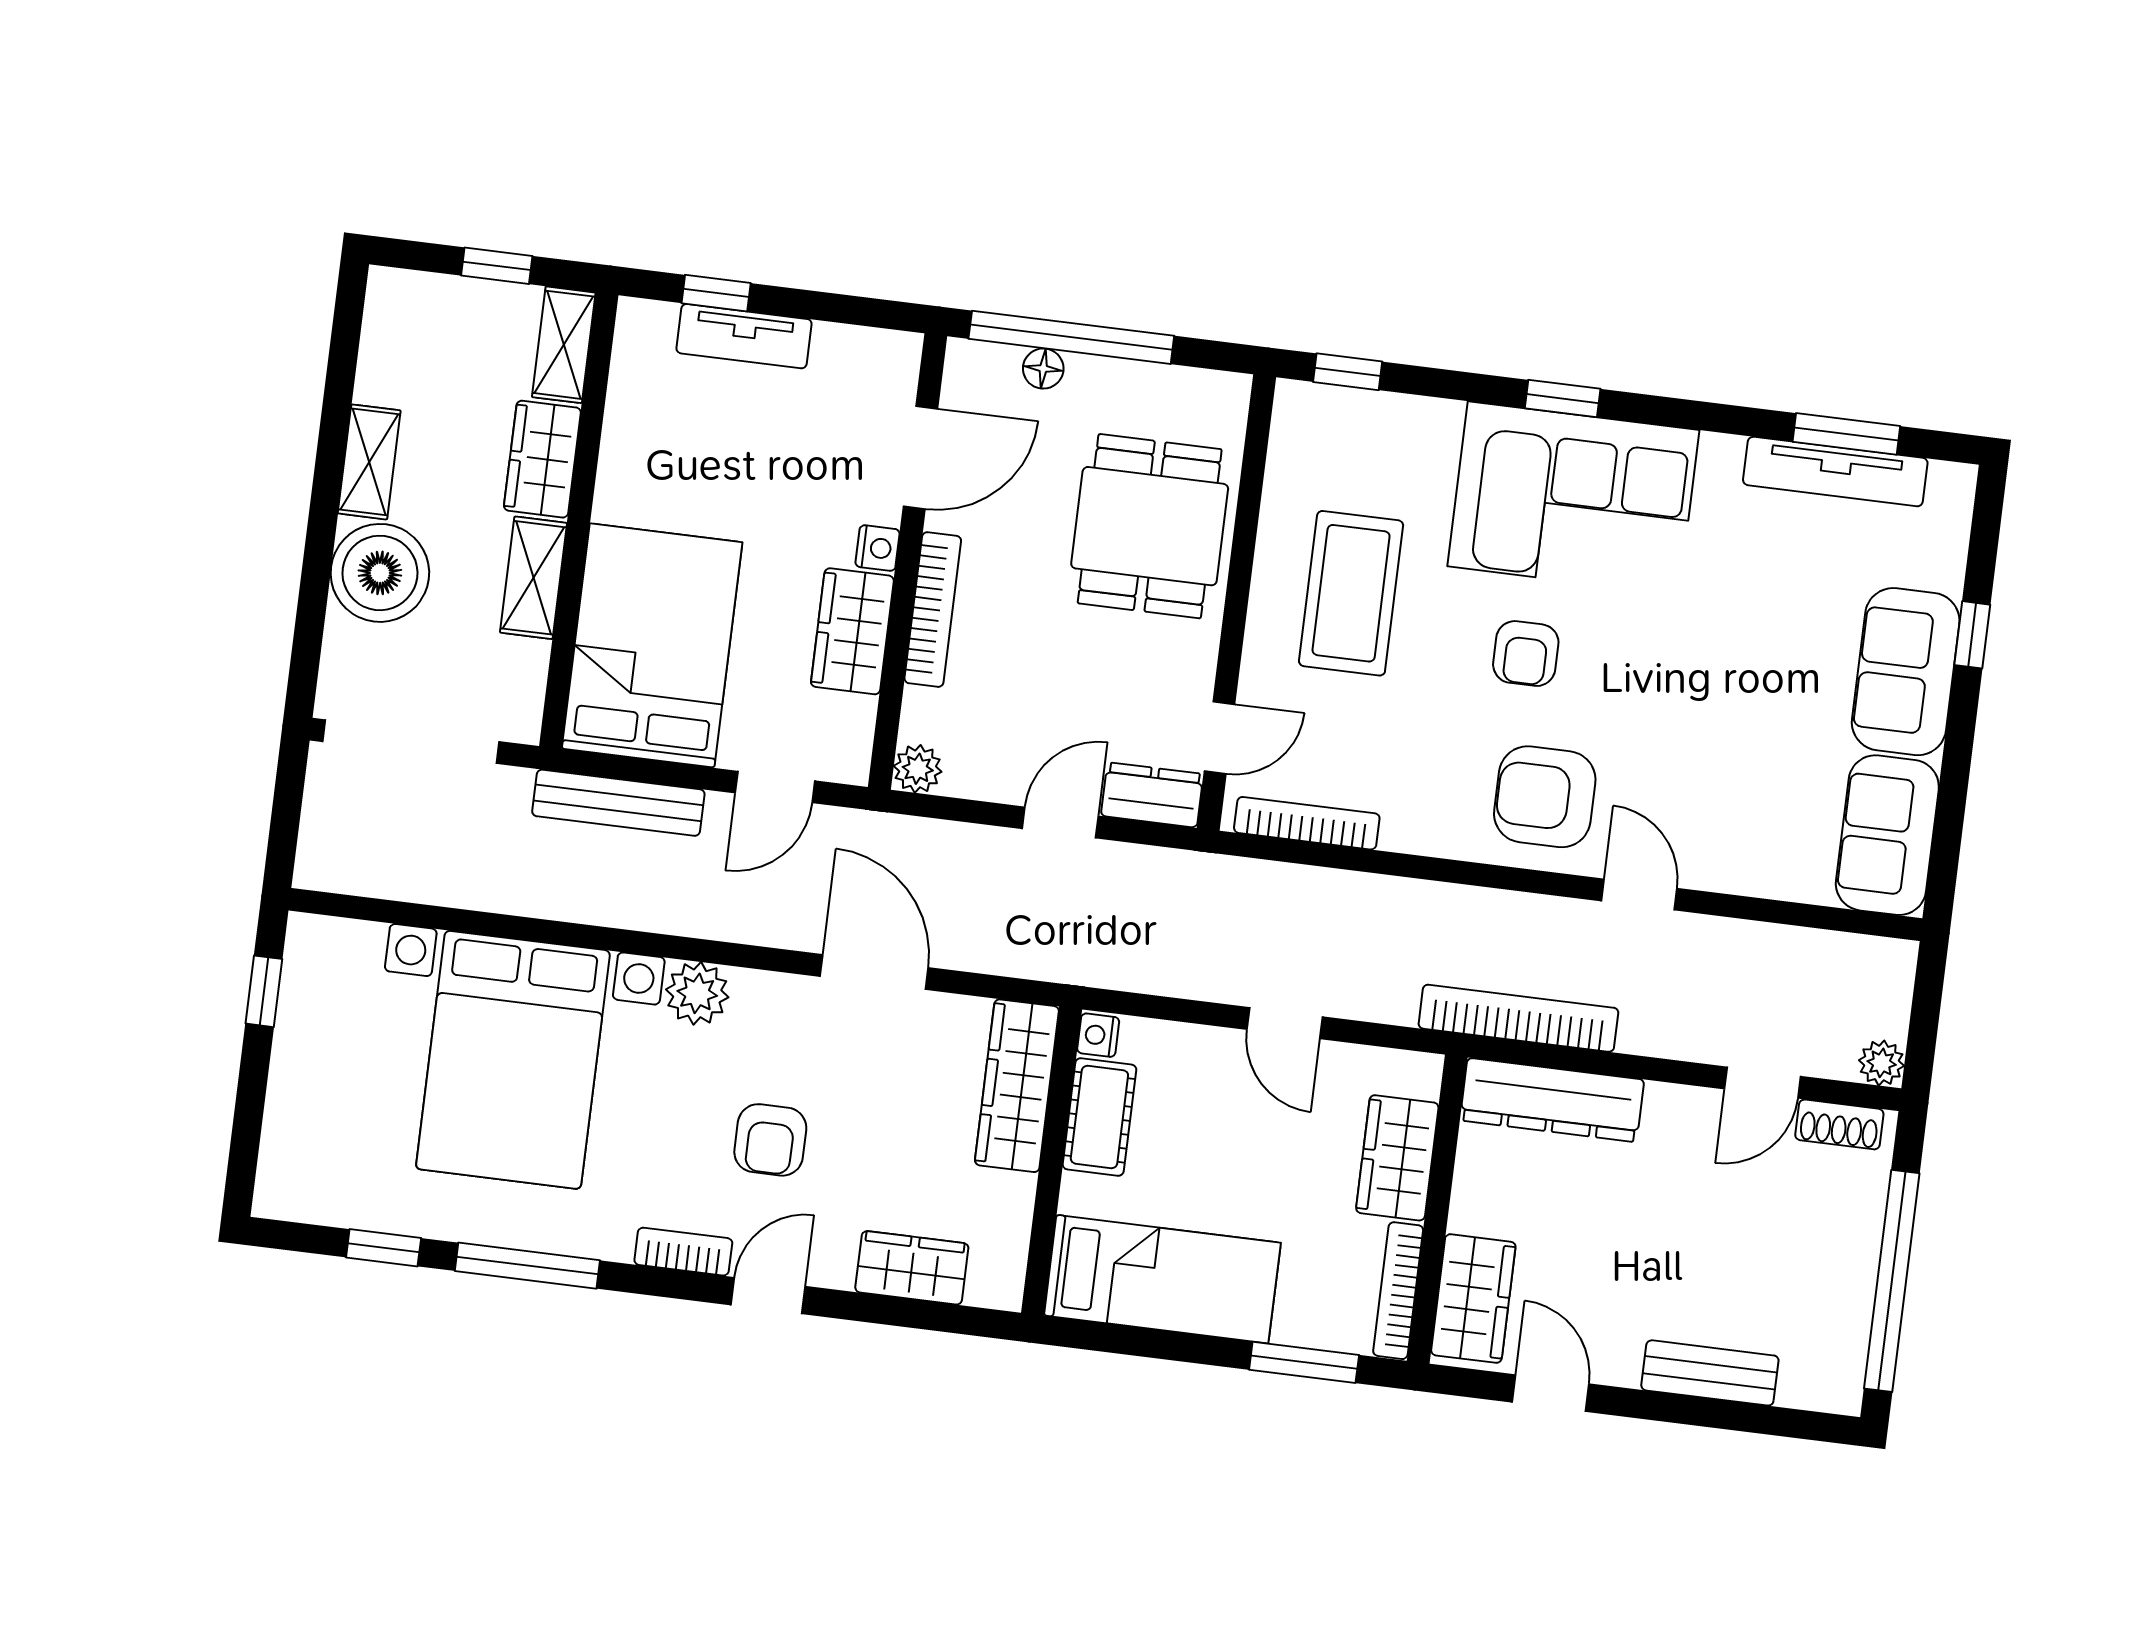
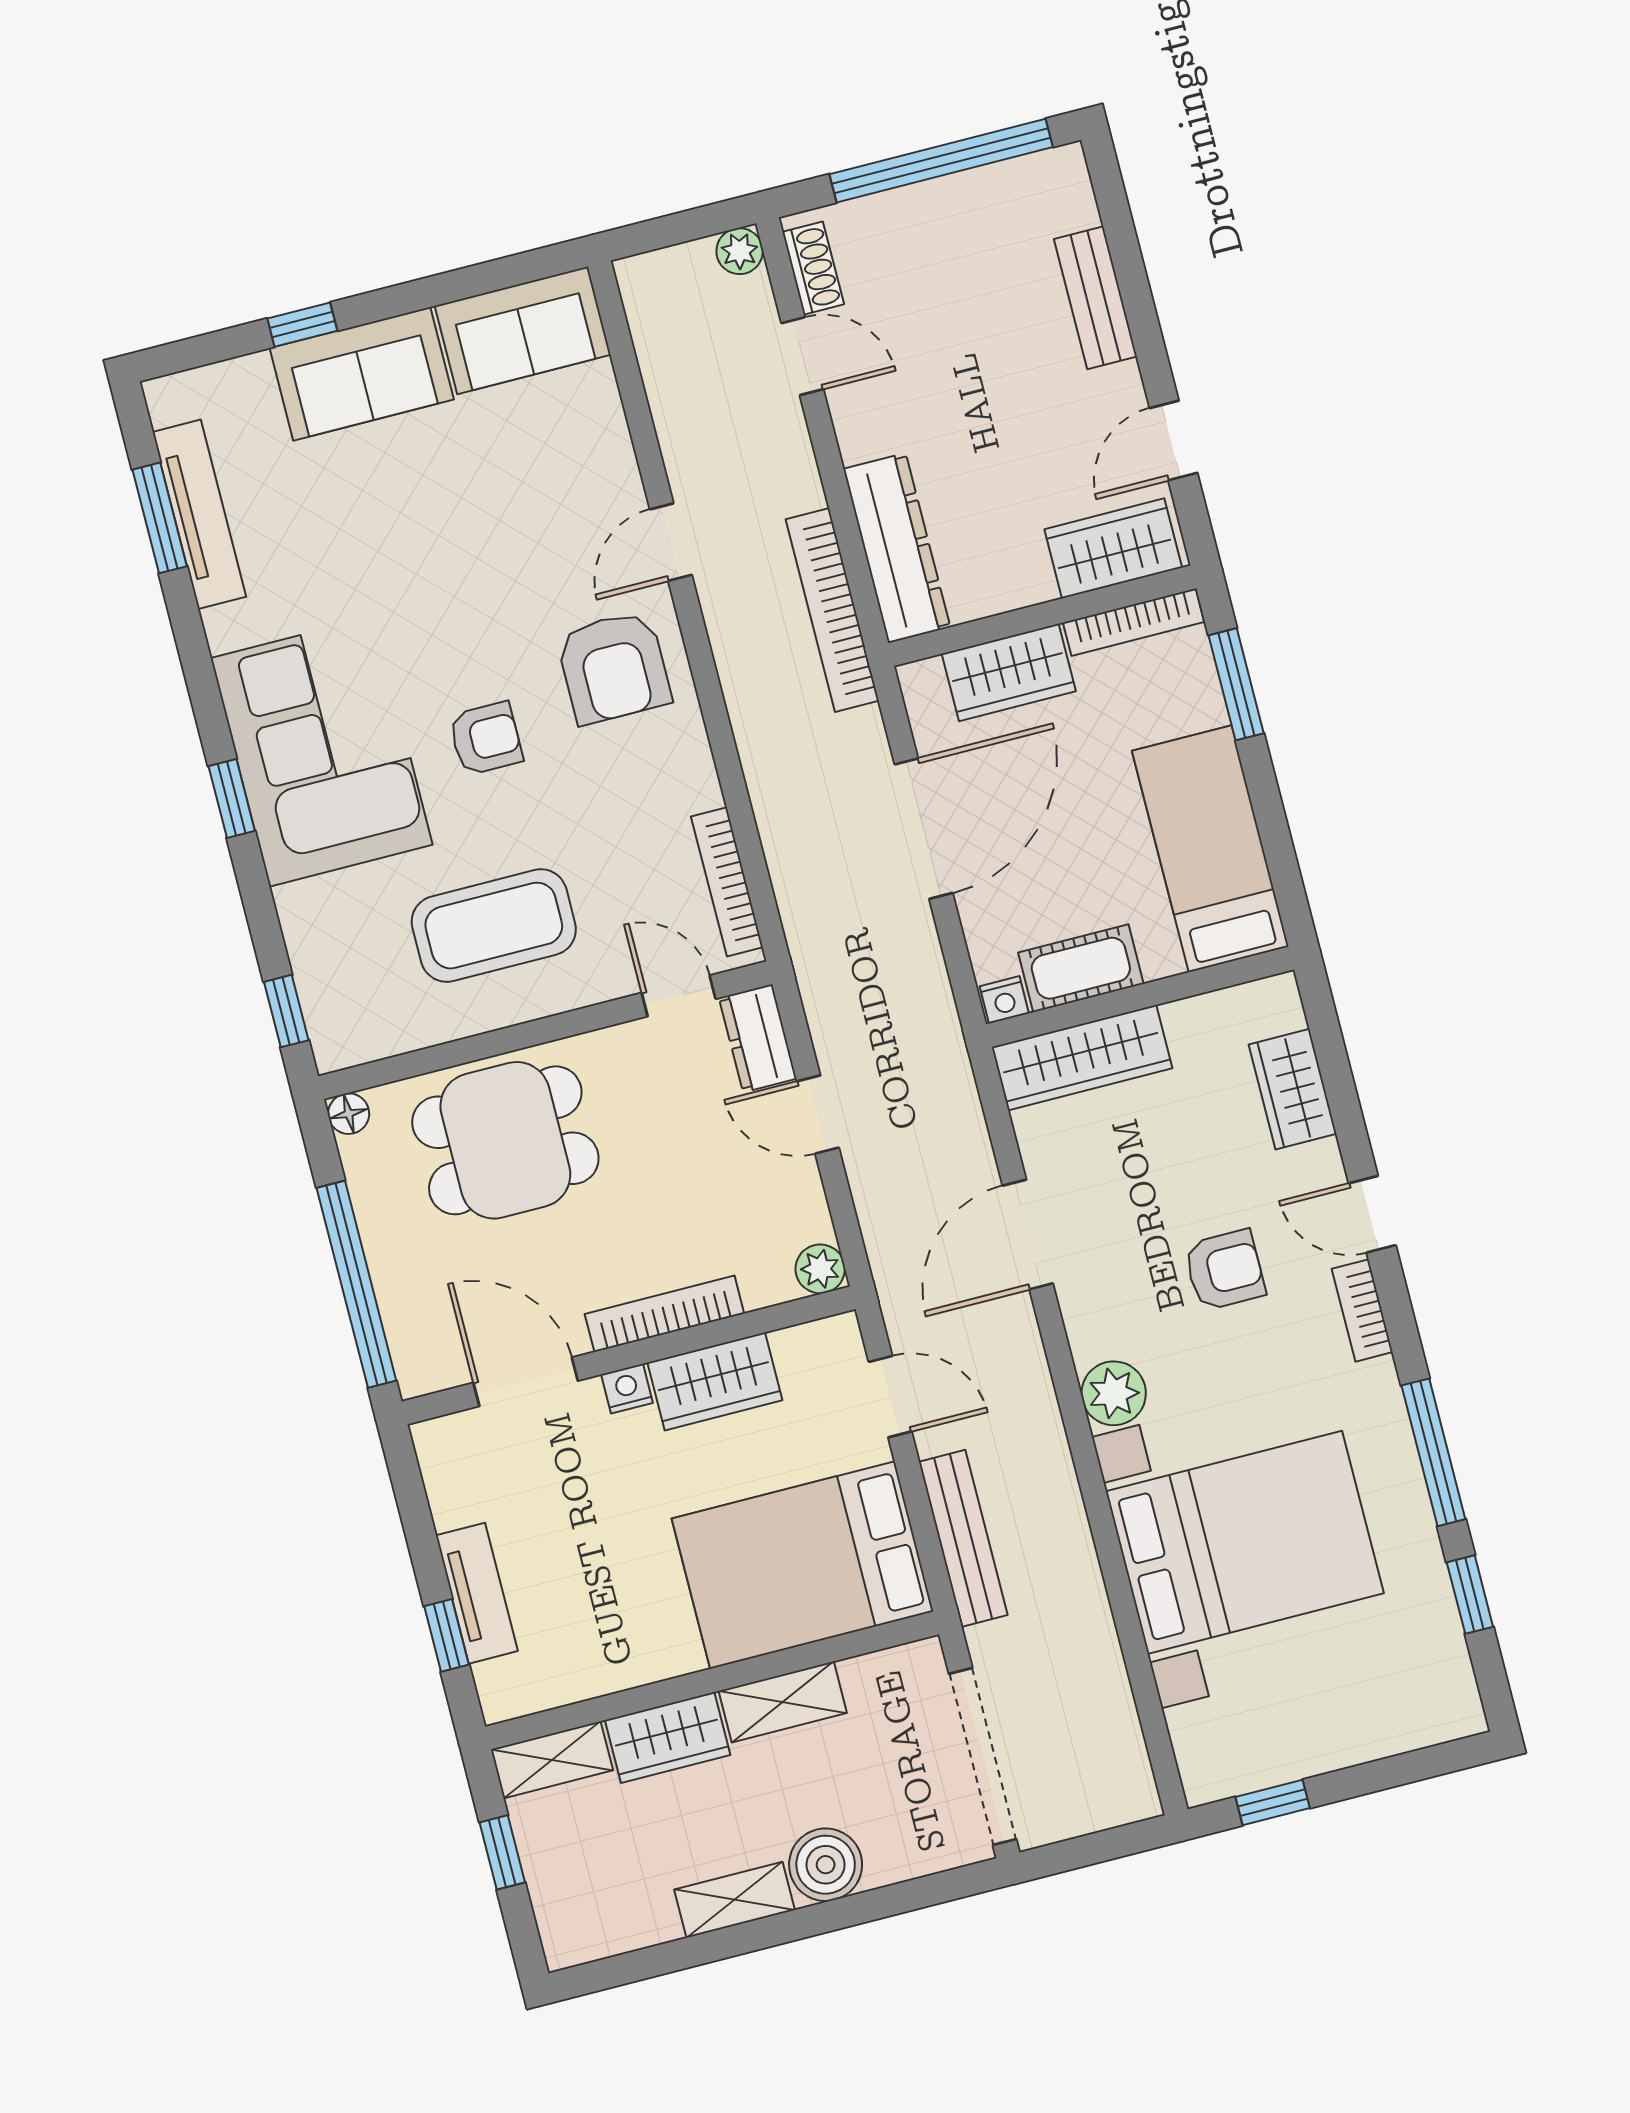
floor lamp: (1043, 369) -> (349, 1114), moved
boiler: (380, 573) -> (826, 1865), width x0.73, depth x0.73
door: (1285, 1023) -> (924, 829), width x1.88

